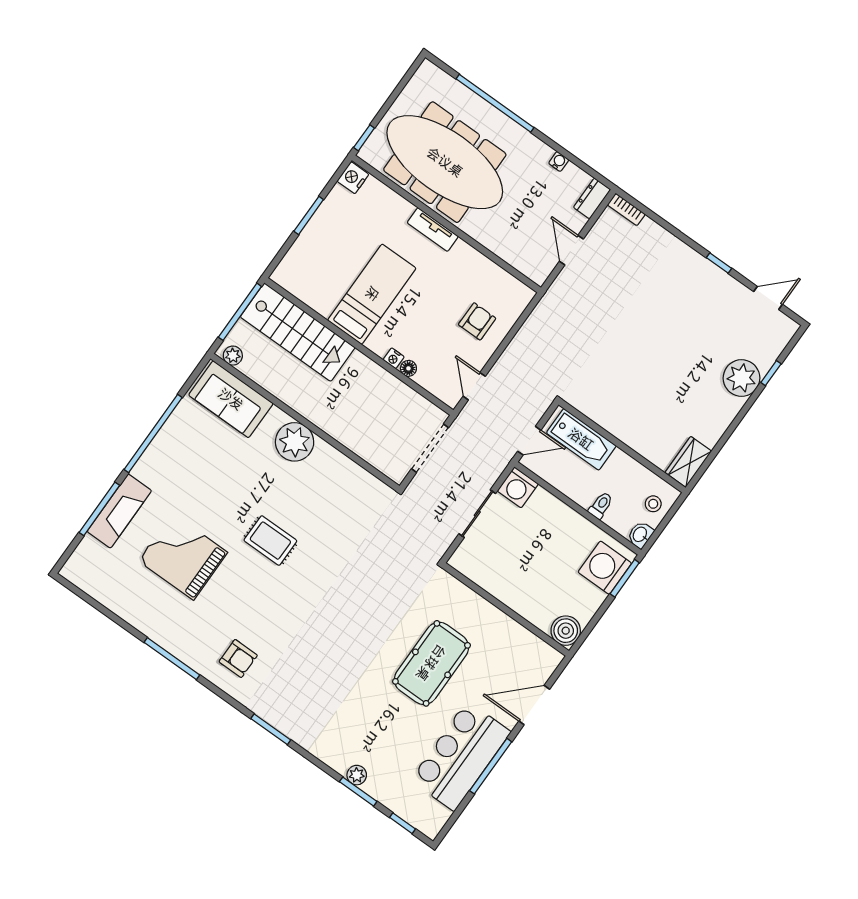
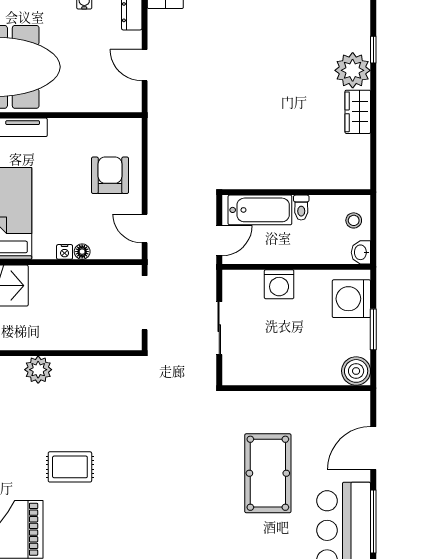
armchair: (477, 321) -> (110, 175), width x1.38, depth x1.38
plant: (295, 442) -> (38, 370), width x0.73, depth x0.73
wardrobe: (688, 462) -> (358, 112), moved
washing machine: (518, 487) -> (279, 284), moved
toilet: (601, 505) -> (301, 208), moved, turned 180
window: (625, 578) -> (373, 329), moved

